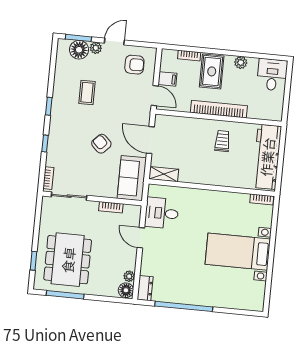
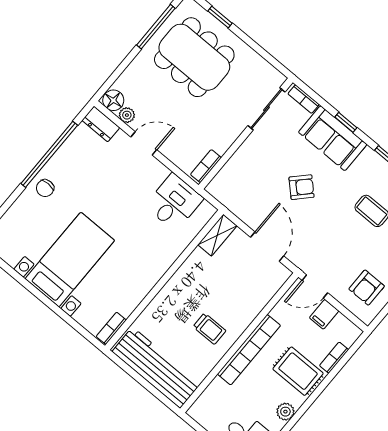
door: (150, 140) -> (267, 247), hinge flipped
sofa: (132, 178) -> (333, 138), moved, turned 180
bookcase: (111, 207) -> (206, 166), moved
door: (141, 238) -> (144, 143), moved
chair: (206, 295) -> (45, 188), added

